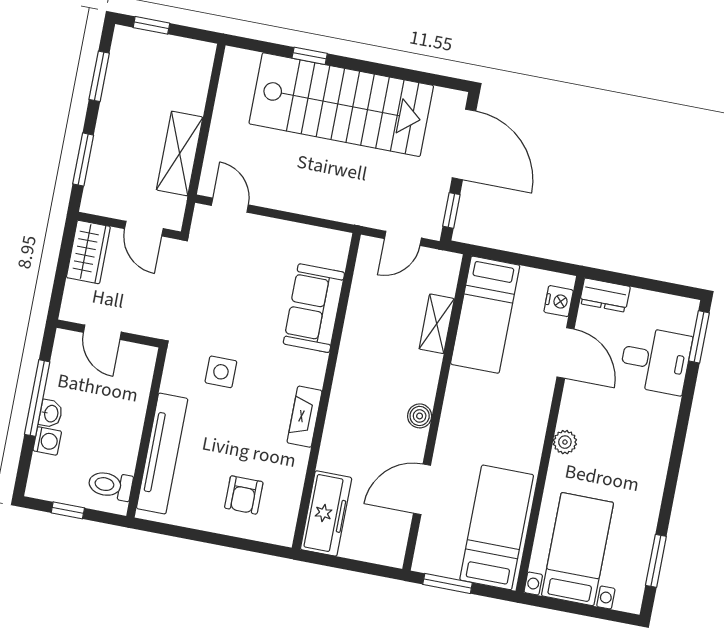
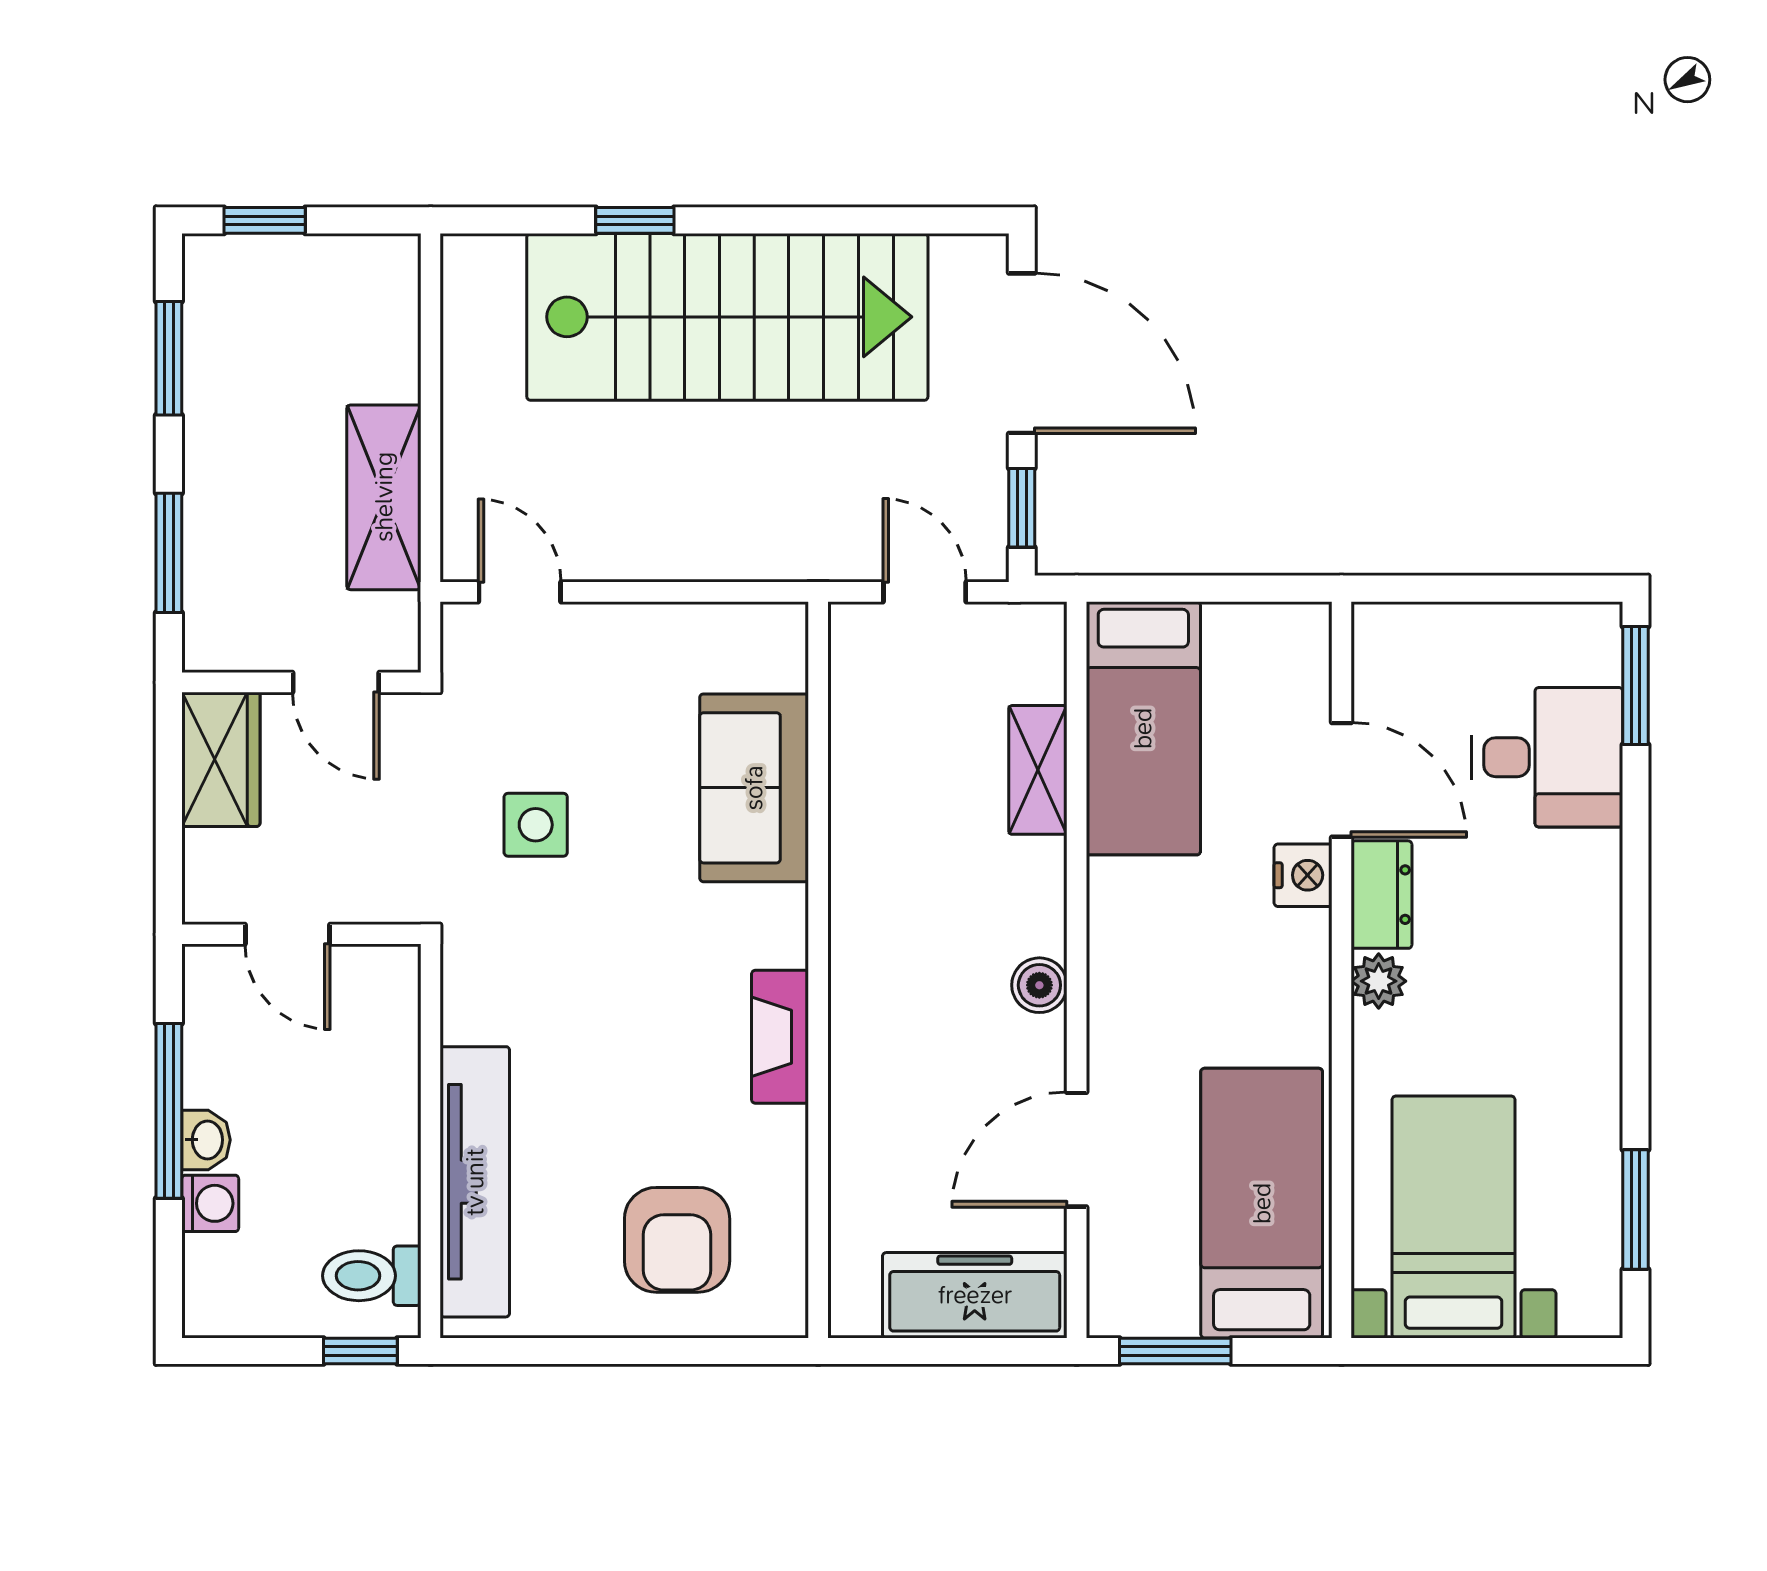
door: (403, 238) -> (925, 592), swing flipped
dresser: (605, 295) -> (1381, 895), moved, turned -90
nightstand: (559, 301) -> (1303, 875), moved
side table: (221, 372) -> (536, 825), moved
armchair: (244, 495) -> (677, 1240), width x1.38, depth x1.38
window: (68, 510) -> (360, 1351), moved
freezer: (326, 513) -> (975, 1295), moved, turned -90

